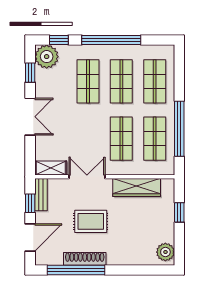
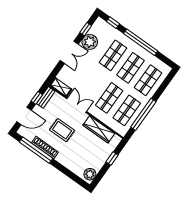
plant: (47, 57) -> (90, 42), moved

